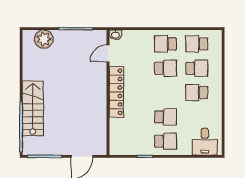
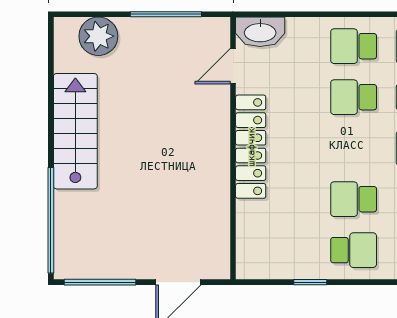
washbasin: (115, 35) -> (260, 32), width x1.91, depth x1.45
school desk: (166, 68) -> (354, 97), turned 180
stairs: (33, 108) -> (75, 131), moved
school desk: (166, 117) -> (354, 199), turned 180

